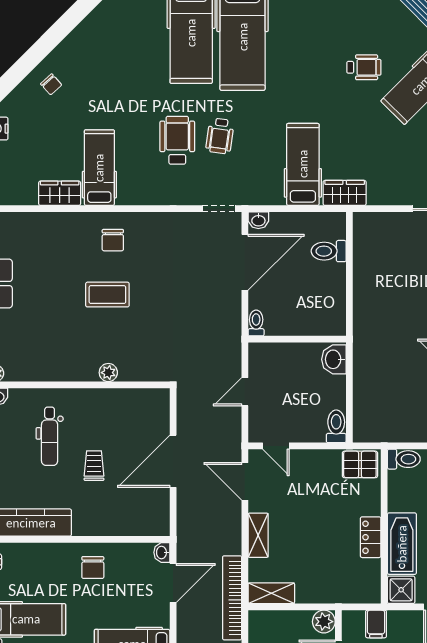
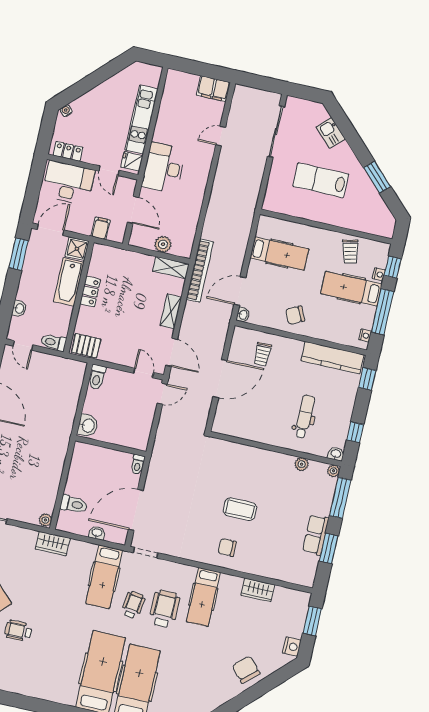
chair: (51, 84) -> (246, 670), width x1.87, depth x1.87
wheelchair: (177, 140) -> (164, 609), turned 180
hospital bed: (303, 164) -> (104, 577), moved
hospital bed: (99, 168) -> (203, 597), moved
washbasin: (258, 220) -> (97, 533), moved
plant: (361, 222) -> (45, 520), added
chair: (113, 240) -> (227, 547), turned -90
plant: (108, 373) -> (302, 464), moved
door: (245, 392) -> (162, 394), moved
trolley: (94, 466) -> (262, 354), moved
chair: (93, 568) -> (295, 315), turned -116
plant: (324, 622) -> (163, 244), moved

